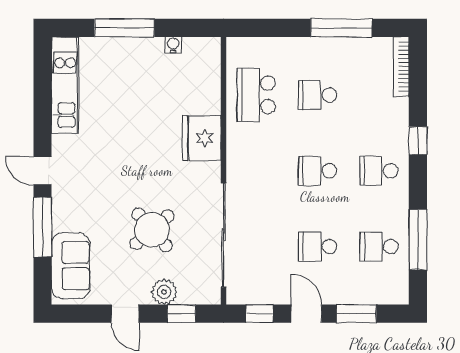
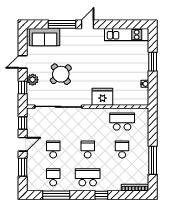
window: (124, 28) -> (153, 62), width x0.69
school desk: (379, 171) -> (88, 177), width x1.85

